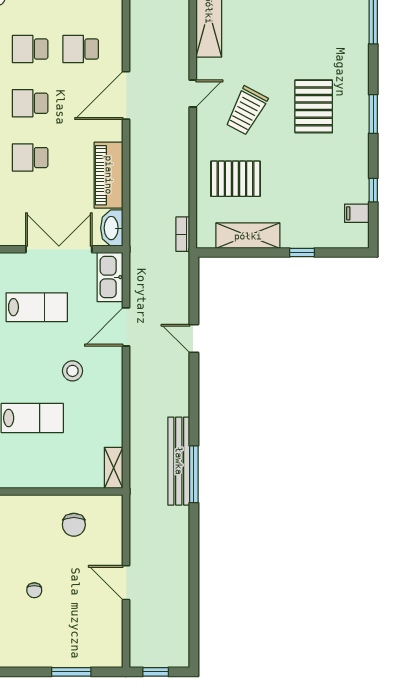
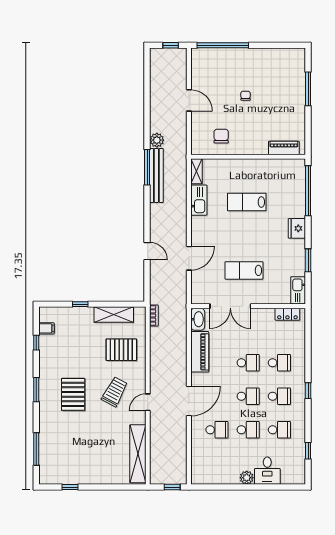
kitchen sink: (110, 277) -> (199, 200), moved
stool: (72, 371) -> (222, 231), removed
plant: (178, 518) -> (157, 140), added
window: (71, 672) -> (223, 45), width x2.11

